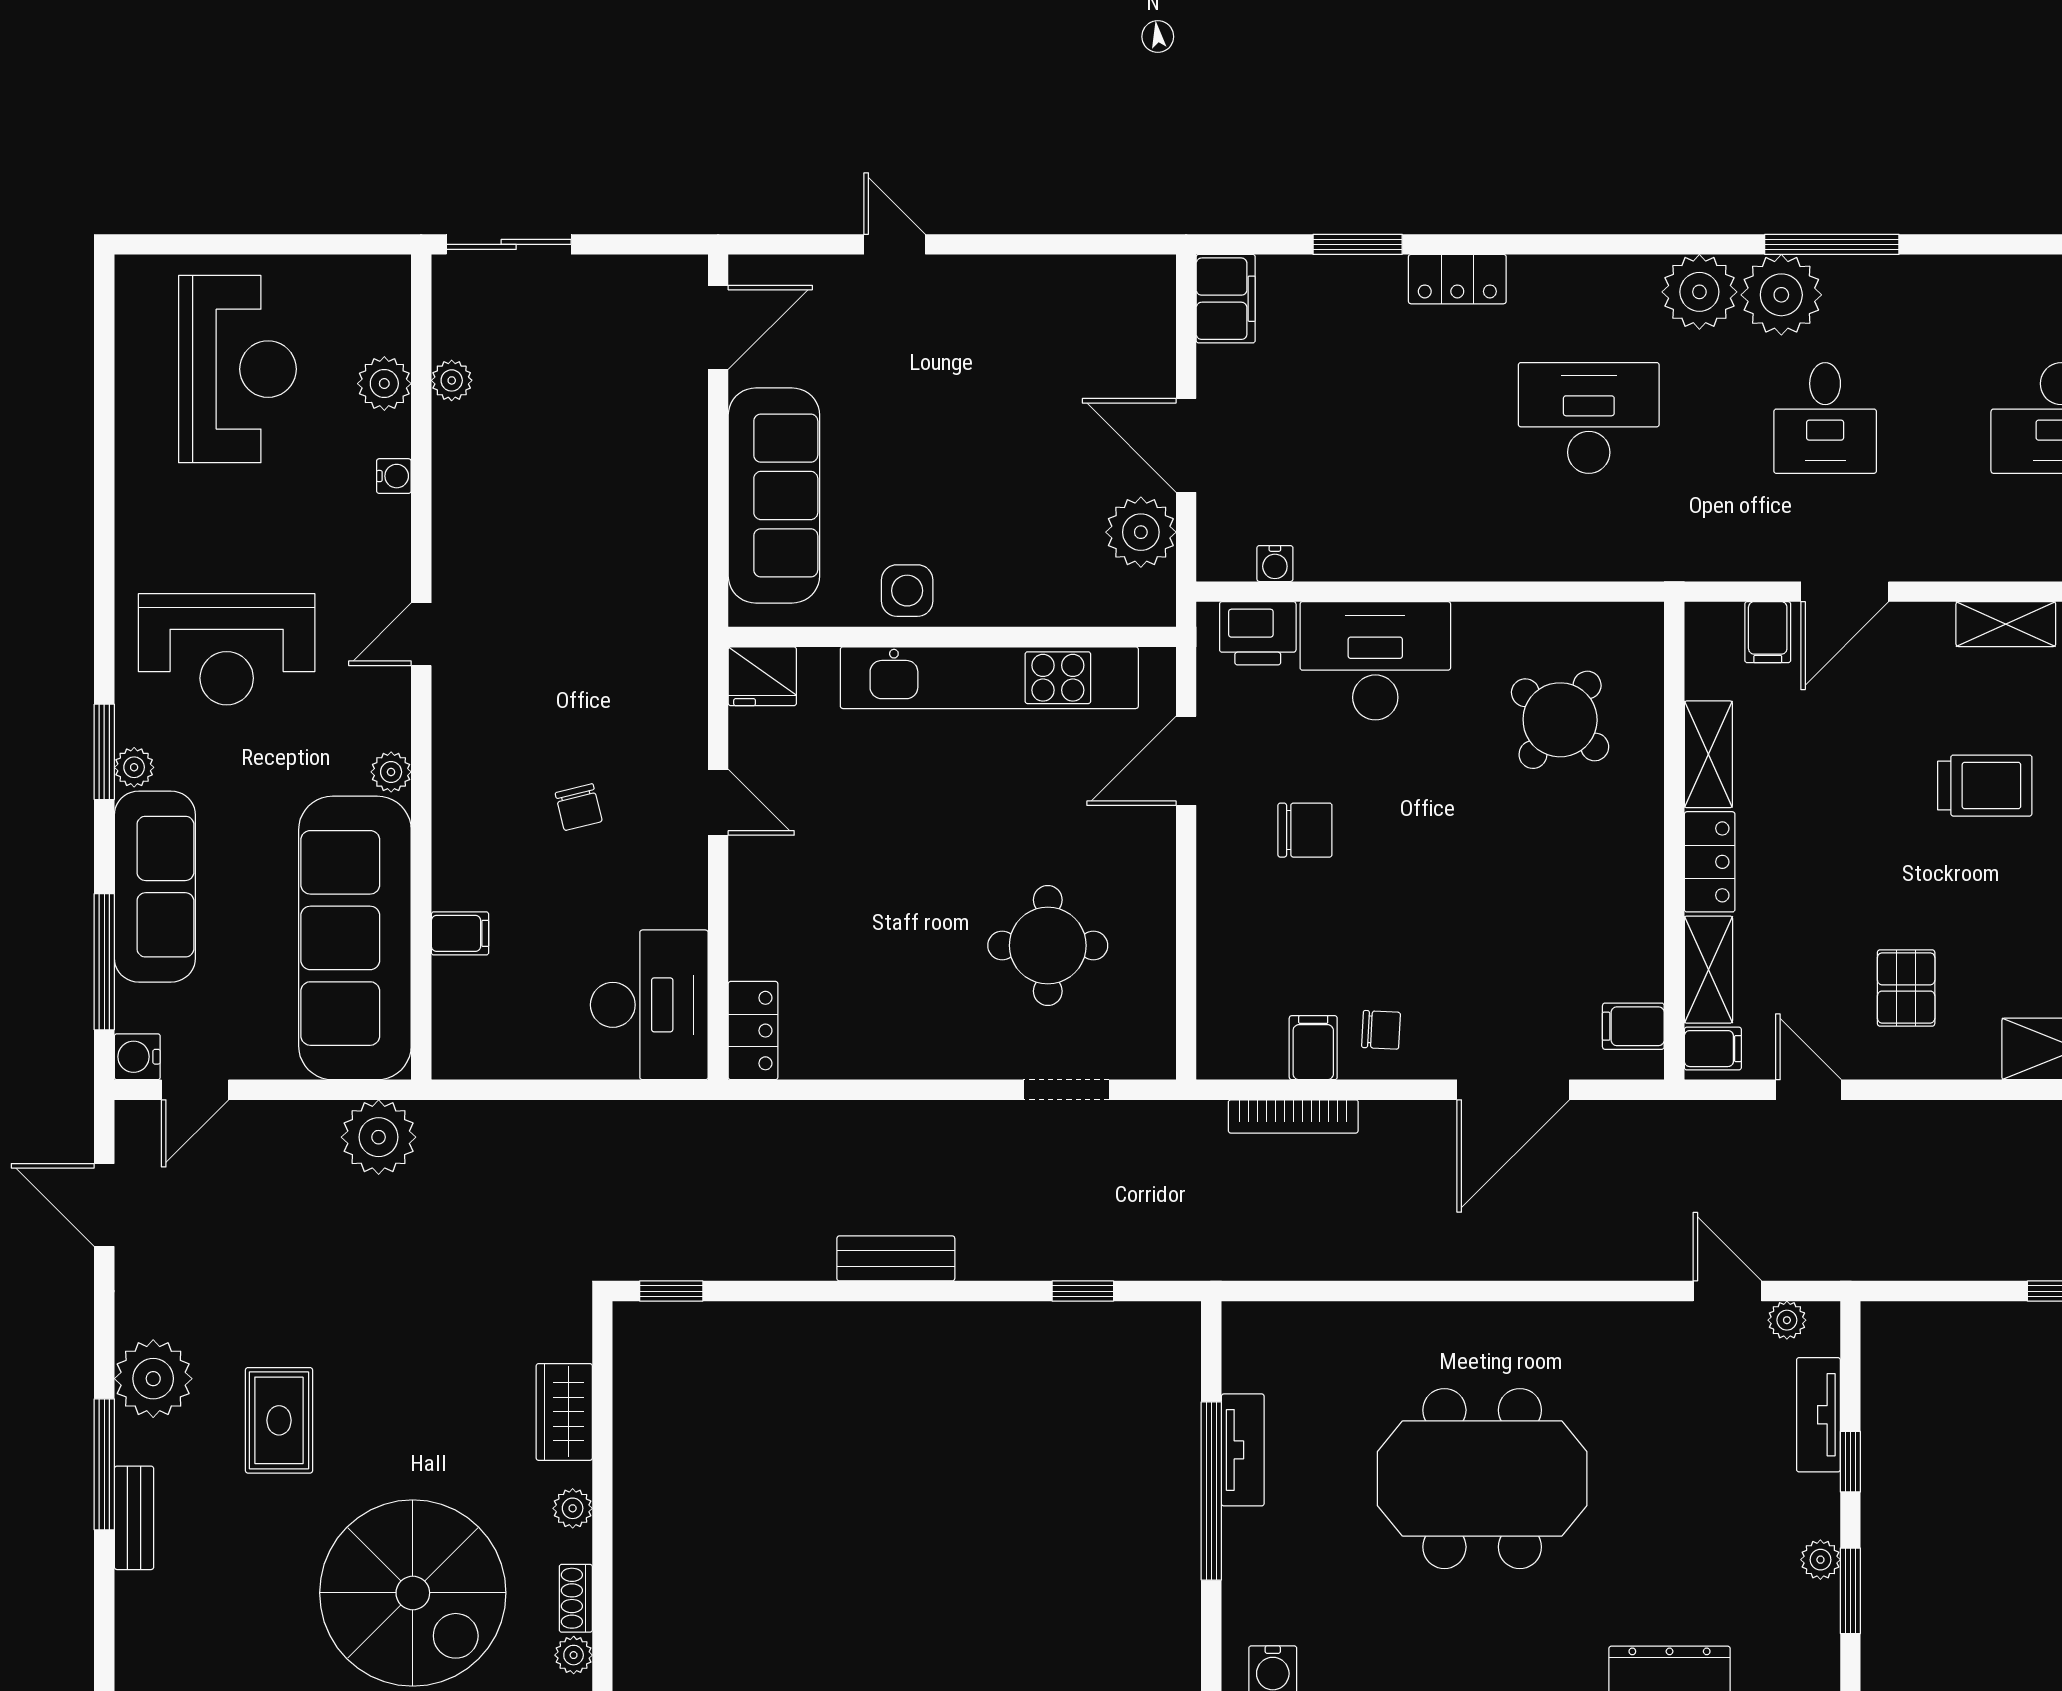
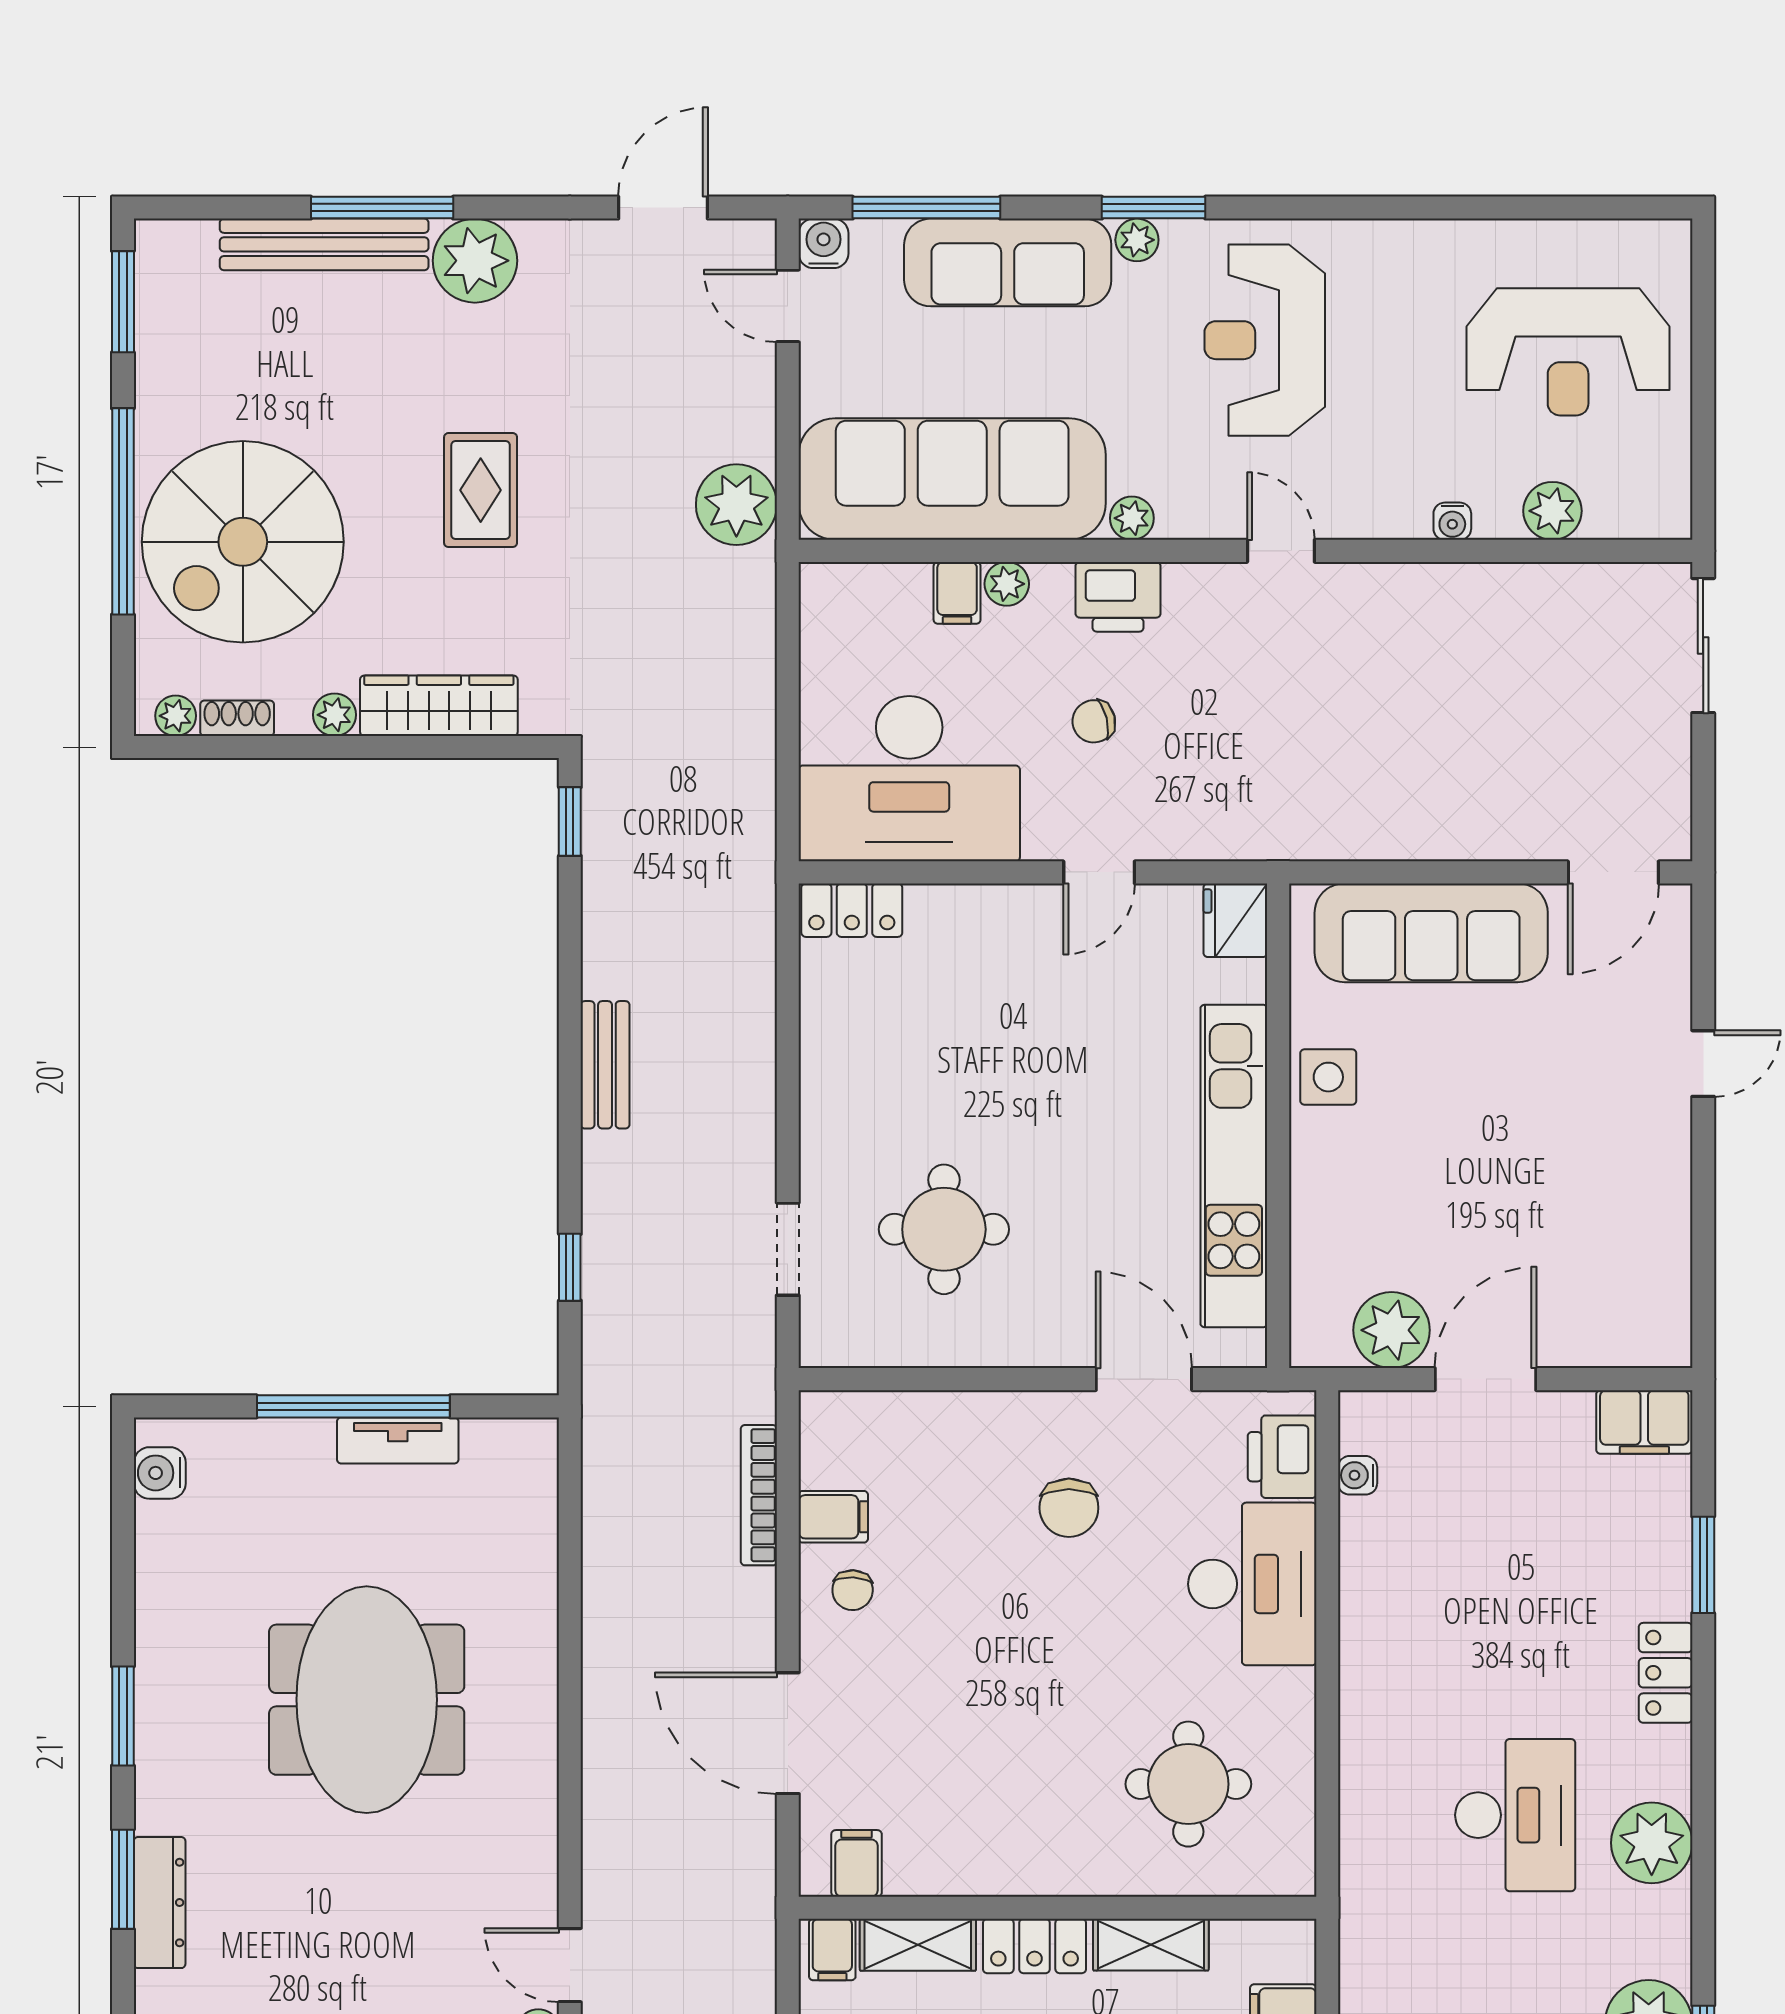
plant: (1699, 292) -> (1652, 1843), moved
door: (718, 327) -> (1613, 872), hinge flipped
plant: (452, 380) -> (1007, 584), moved
round table: (1560, 720) -> (1188, 1784), turned -38
printer: (464, 785) -> (1118, 597), added
desk: (649, 1005) -> (909, 779), width x1.36, depth x1.30
door: (1727, 1291) -> (570, 1965), swing flipped
wardrobe: (564, 1412) -> (439, 706), width x1.50
rug: (279, 1420) -> (481, 490), moved, turned 90
bench: (134, 1518) -> (324, 244), width x1.86, depth x1.21

